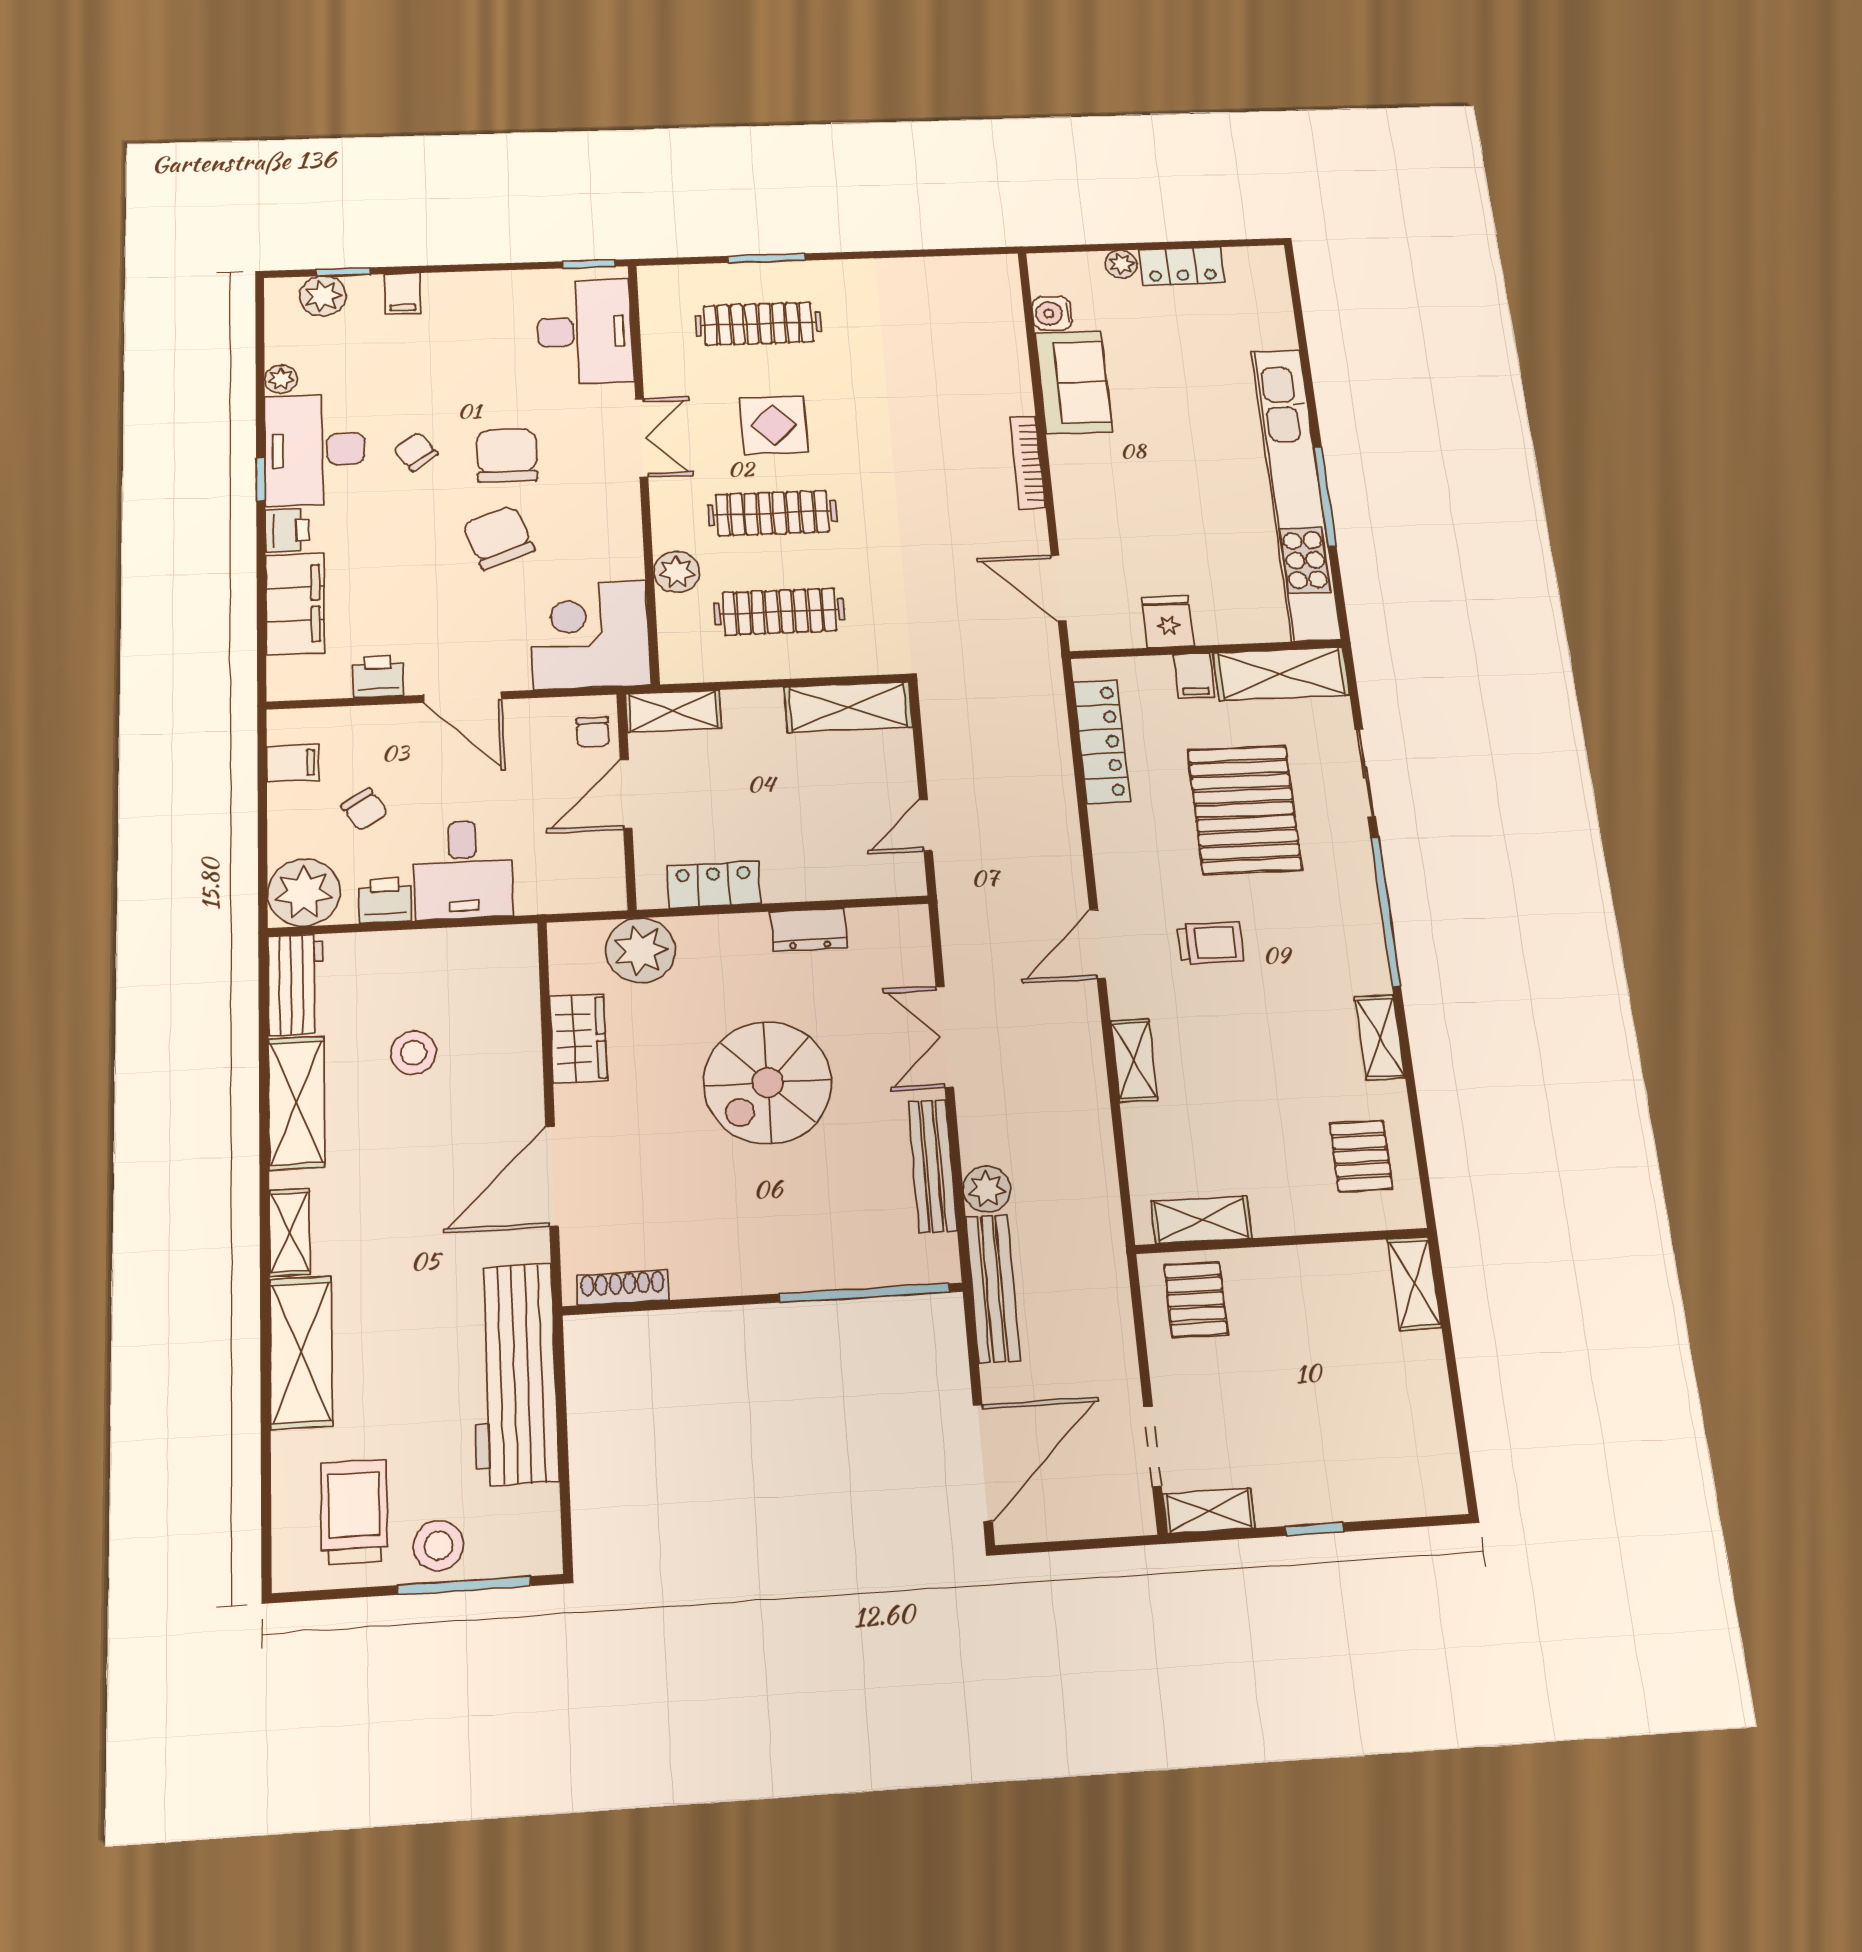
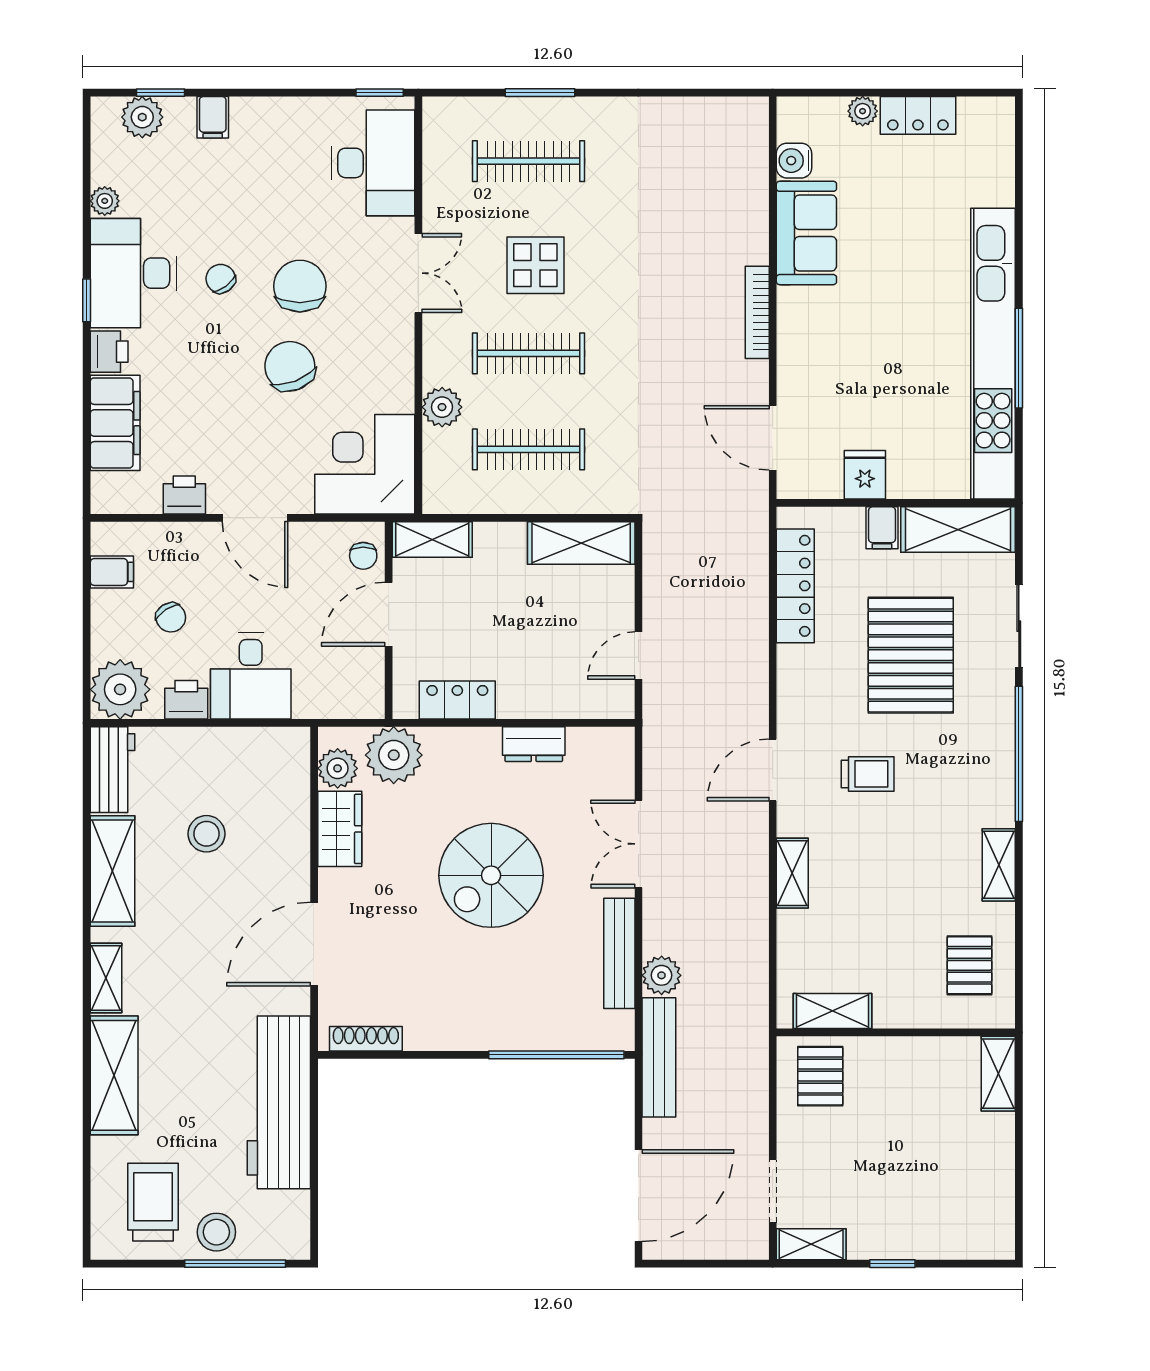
plant: (573, 969) -> (338, 768), added

